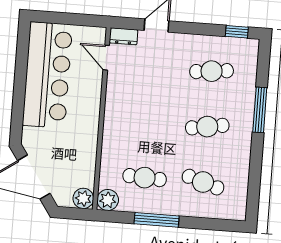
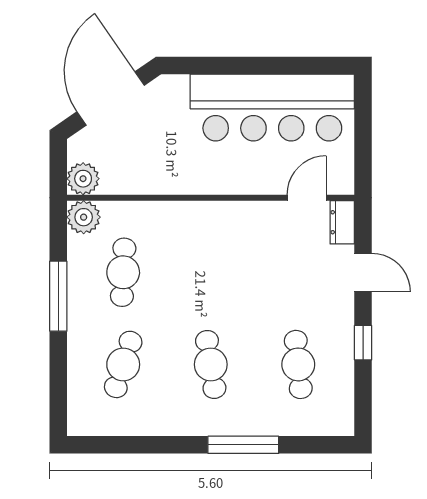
window: (237, 32) -> (363, 343), moved

